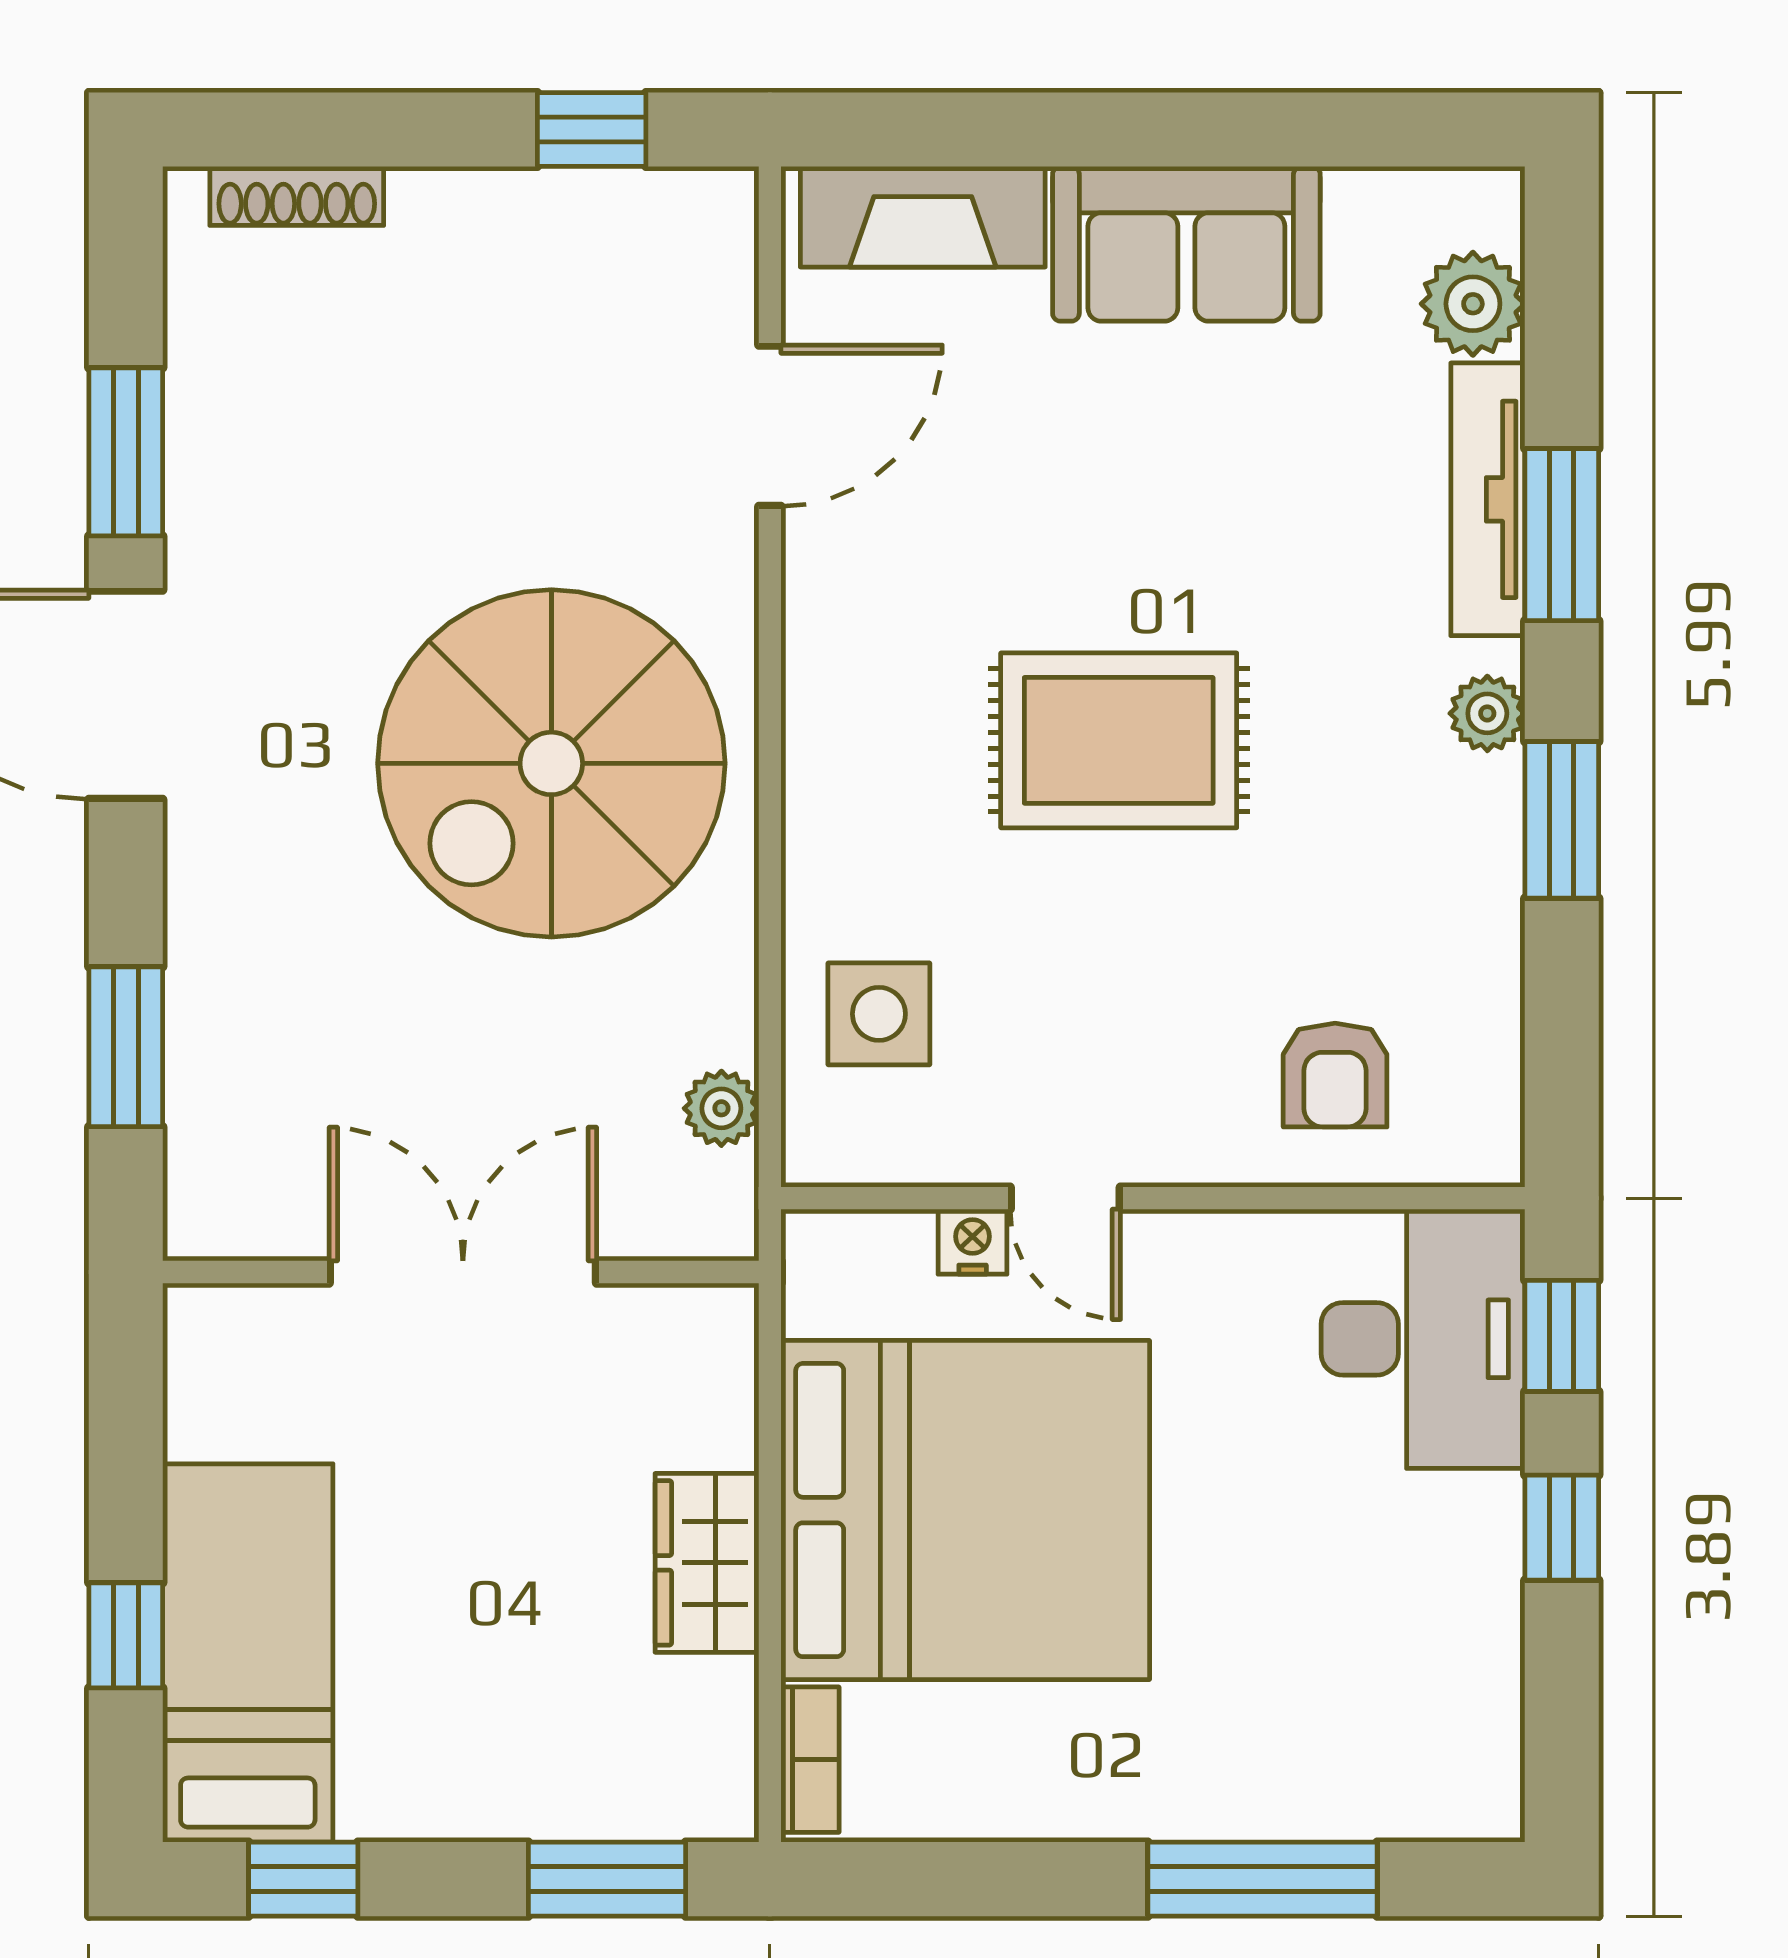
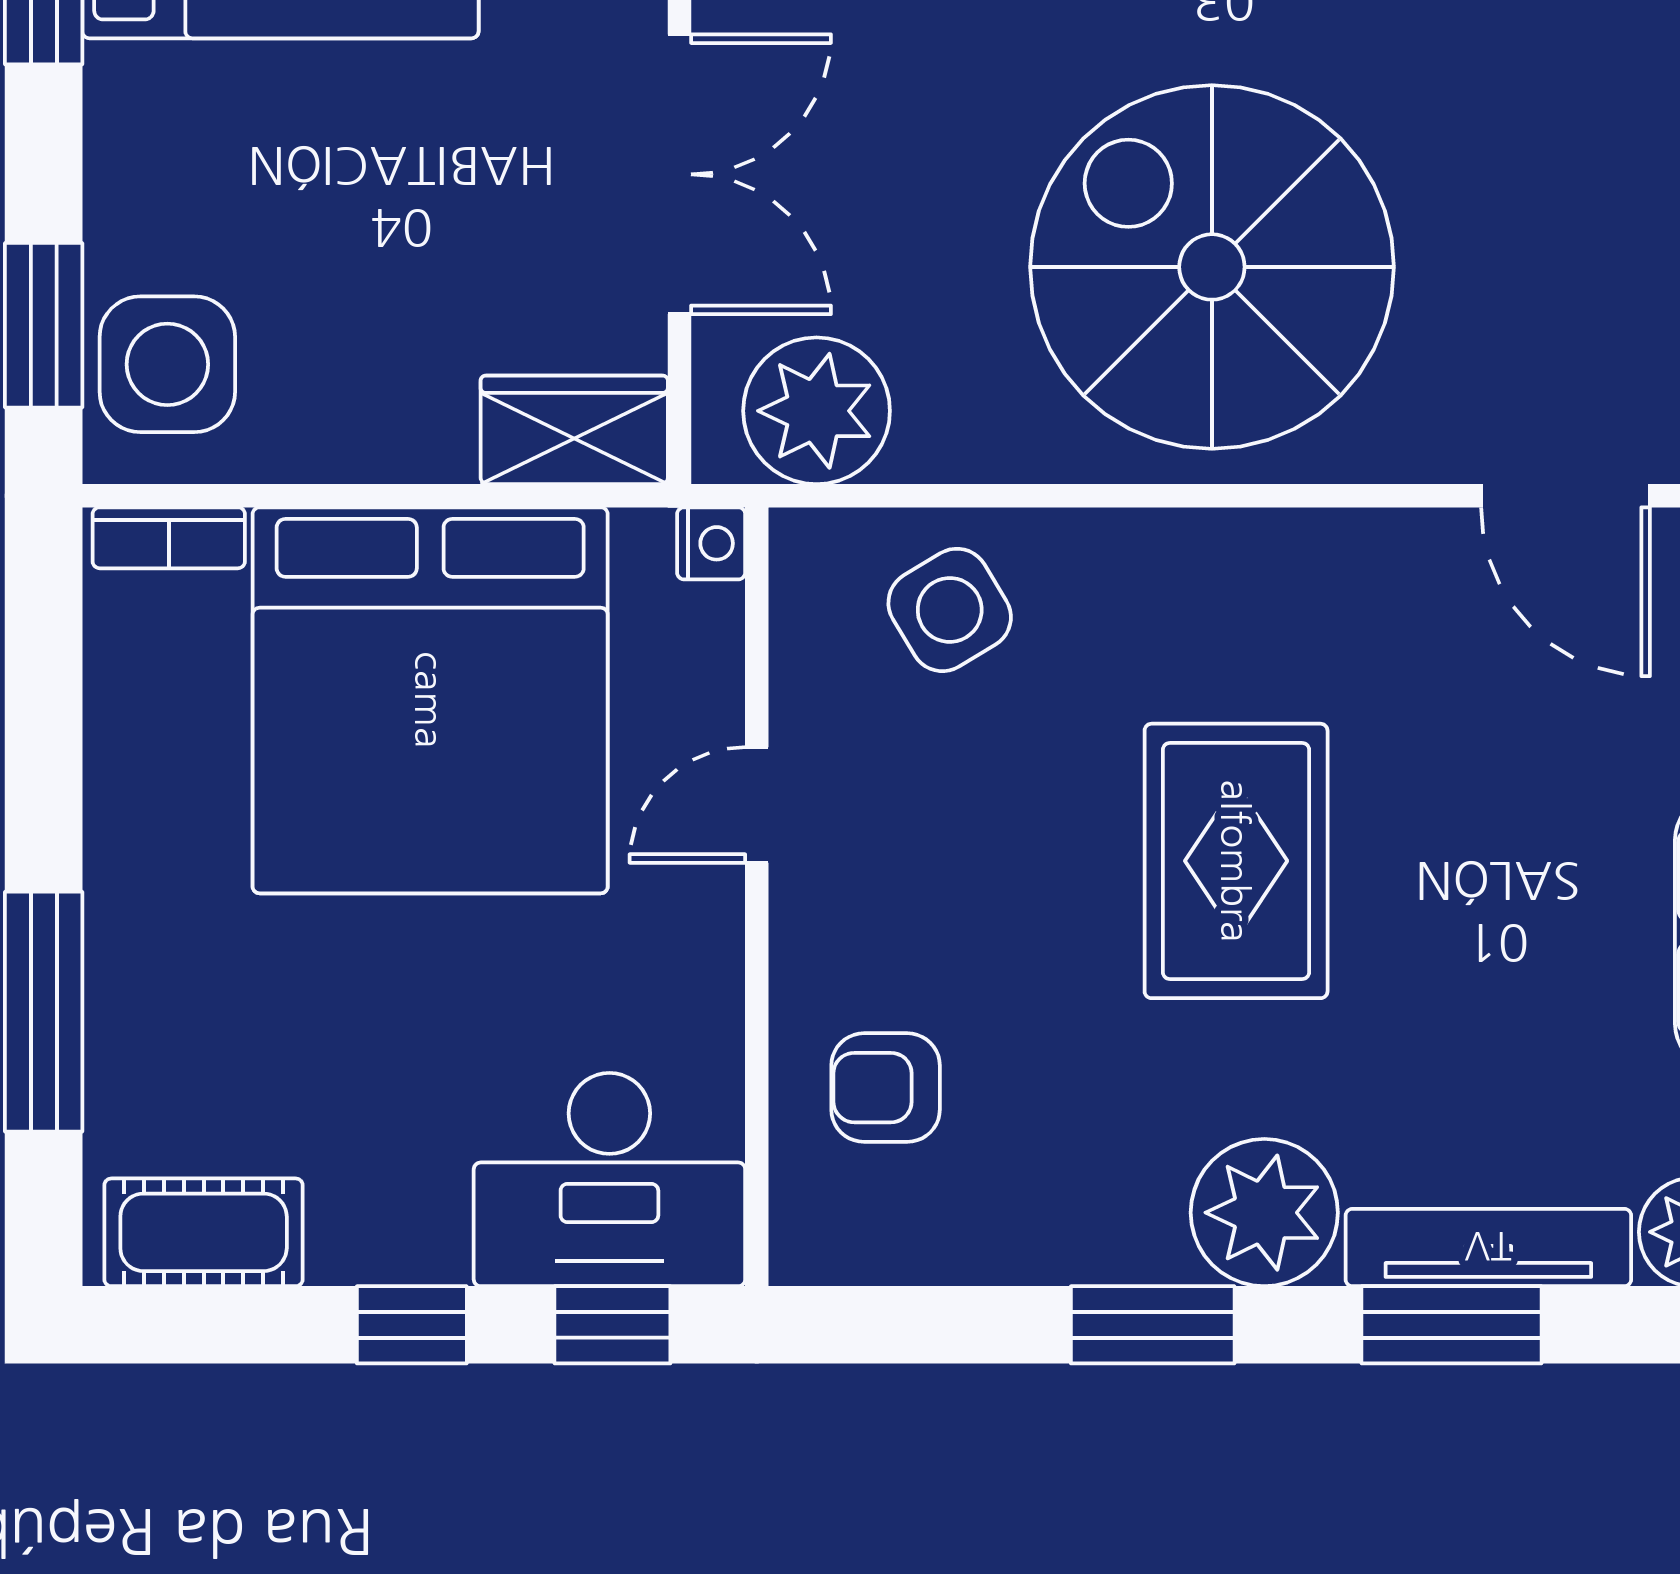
plant: (1487, 713) -> (1264, 1213), width x1.87, depth x1.87
side table: (879, 1014) -> (950, 610), turned -31
plant: (721, 1108) -> (817, 411), width x1.88, depth x1.88
nightstand: (973, 1242) -> (711, 543), moved
wardrobe: (707, 1563) -> (574, 430), moved
cot: (1473, 1726) -> (204, 1232), added
side table: (644, 1761) -> (167, 364), added

